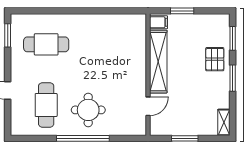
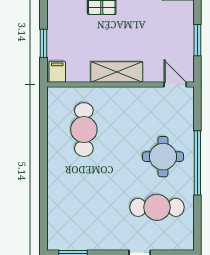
cafe table: (46, 44) -> (84, 130), moved
shelving: (158, 62) -> (117, 72), width x0.68
door: (148, 106) -> (175, 84), moved

